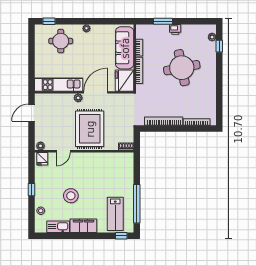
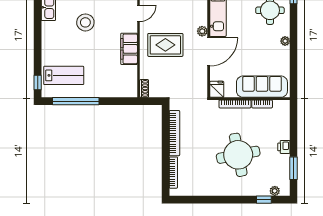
window: (163, 21) -> (294, 168), moved
fridge: (125, 81) -> (217, 89), width x0.53, depth x0.75
door: (96, 92) -> (209, 52), hinge flipped
rug: (90, 129) -> (165, 45), width x0.73, depth x0.69
door: (63, 151) -> (138, 13), swing flipped
lab bench: (115, 214) -> (64, 75), turned 180
filing cabinet: (83, 226) -> (129, 49), moved, turned 180

